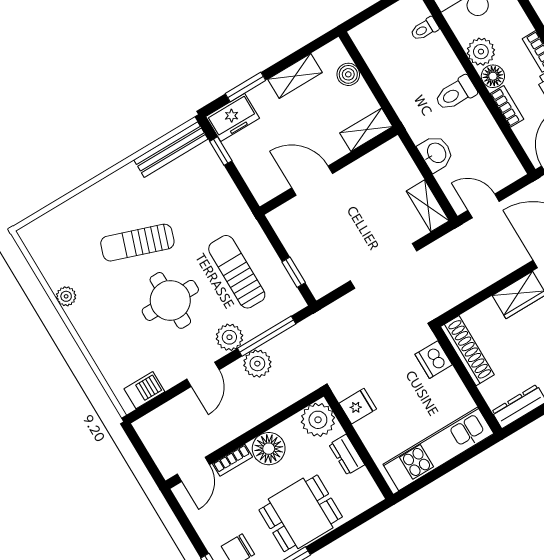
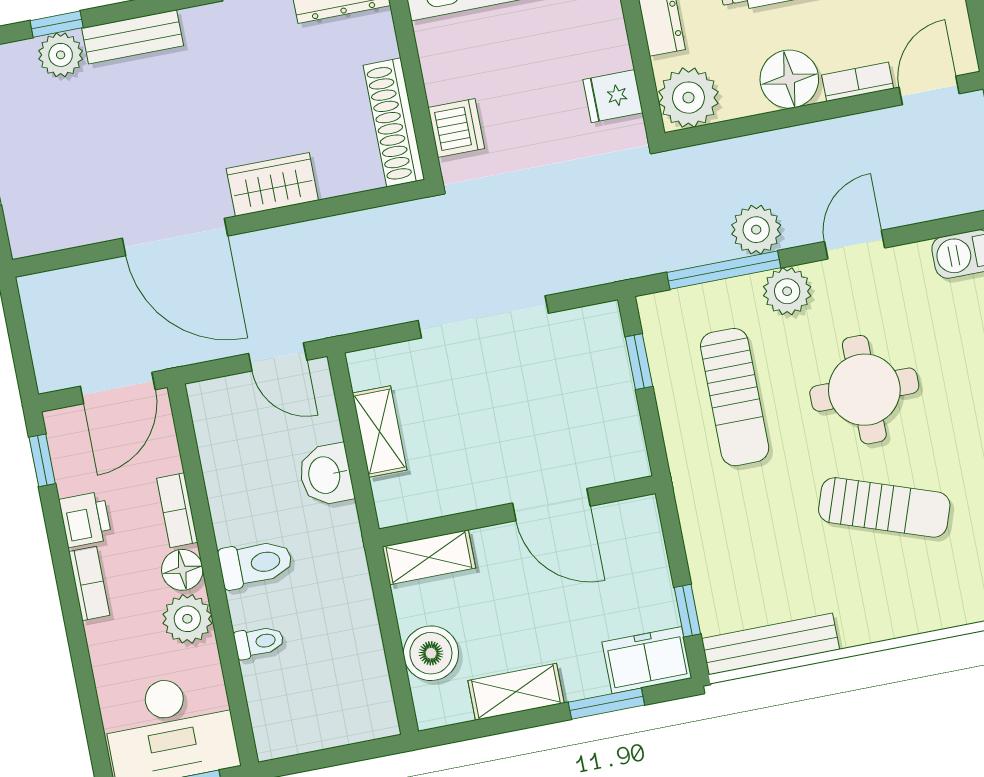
toilet: (425, 29) -> (259, 642), moved
boiler: (348, 74) -> (431, 653), width x1.36, depth x1.36
shelving: (428, 206) -> (380, 432), moved

